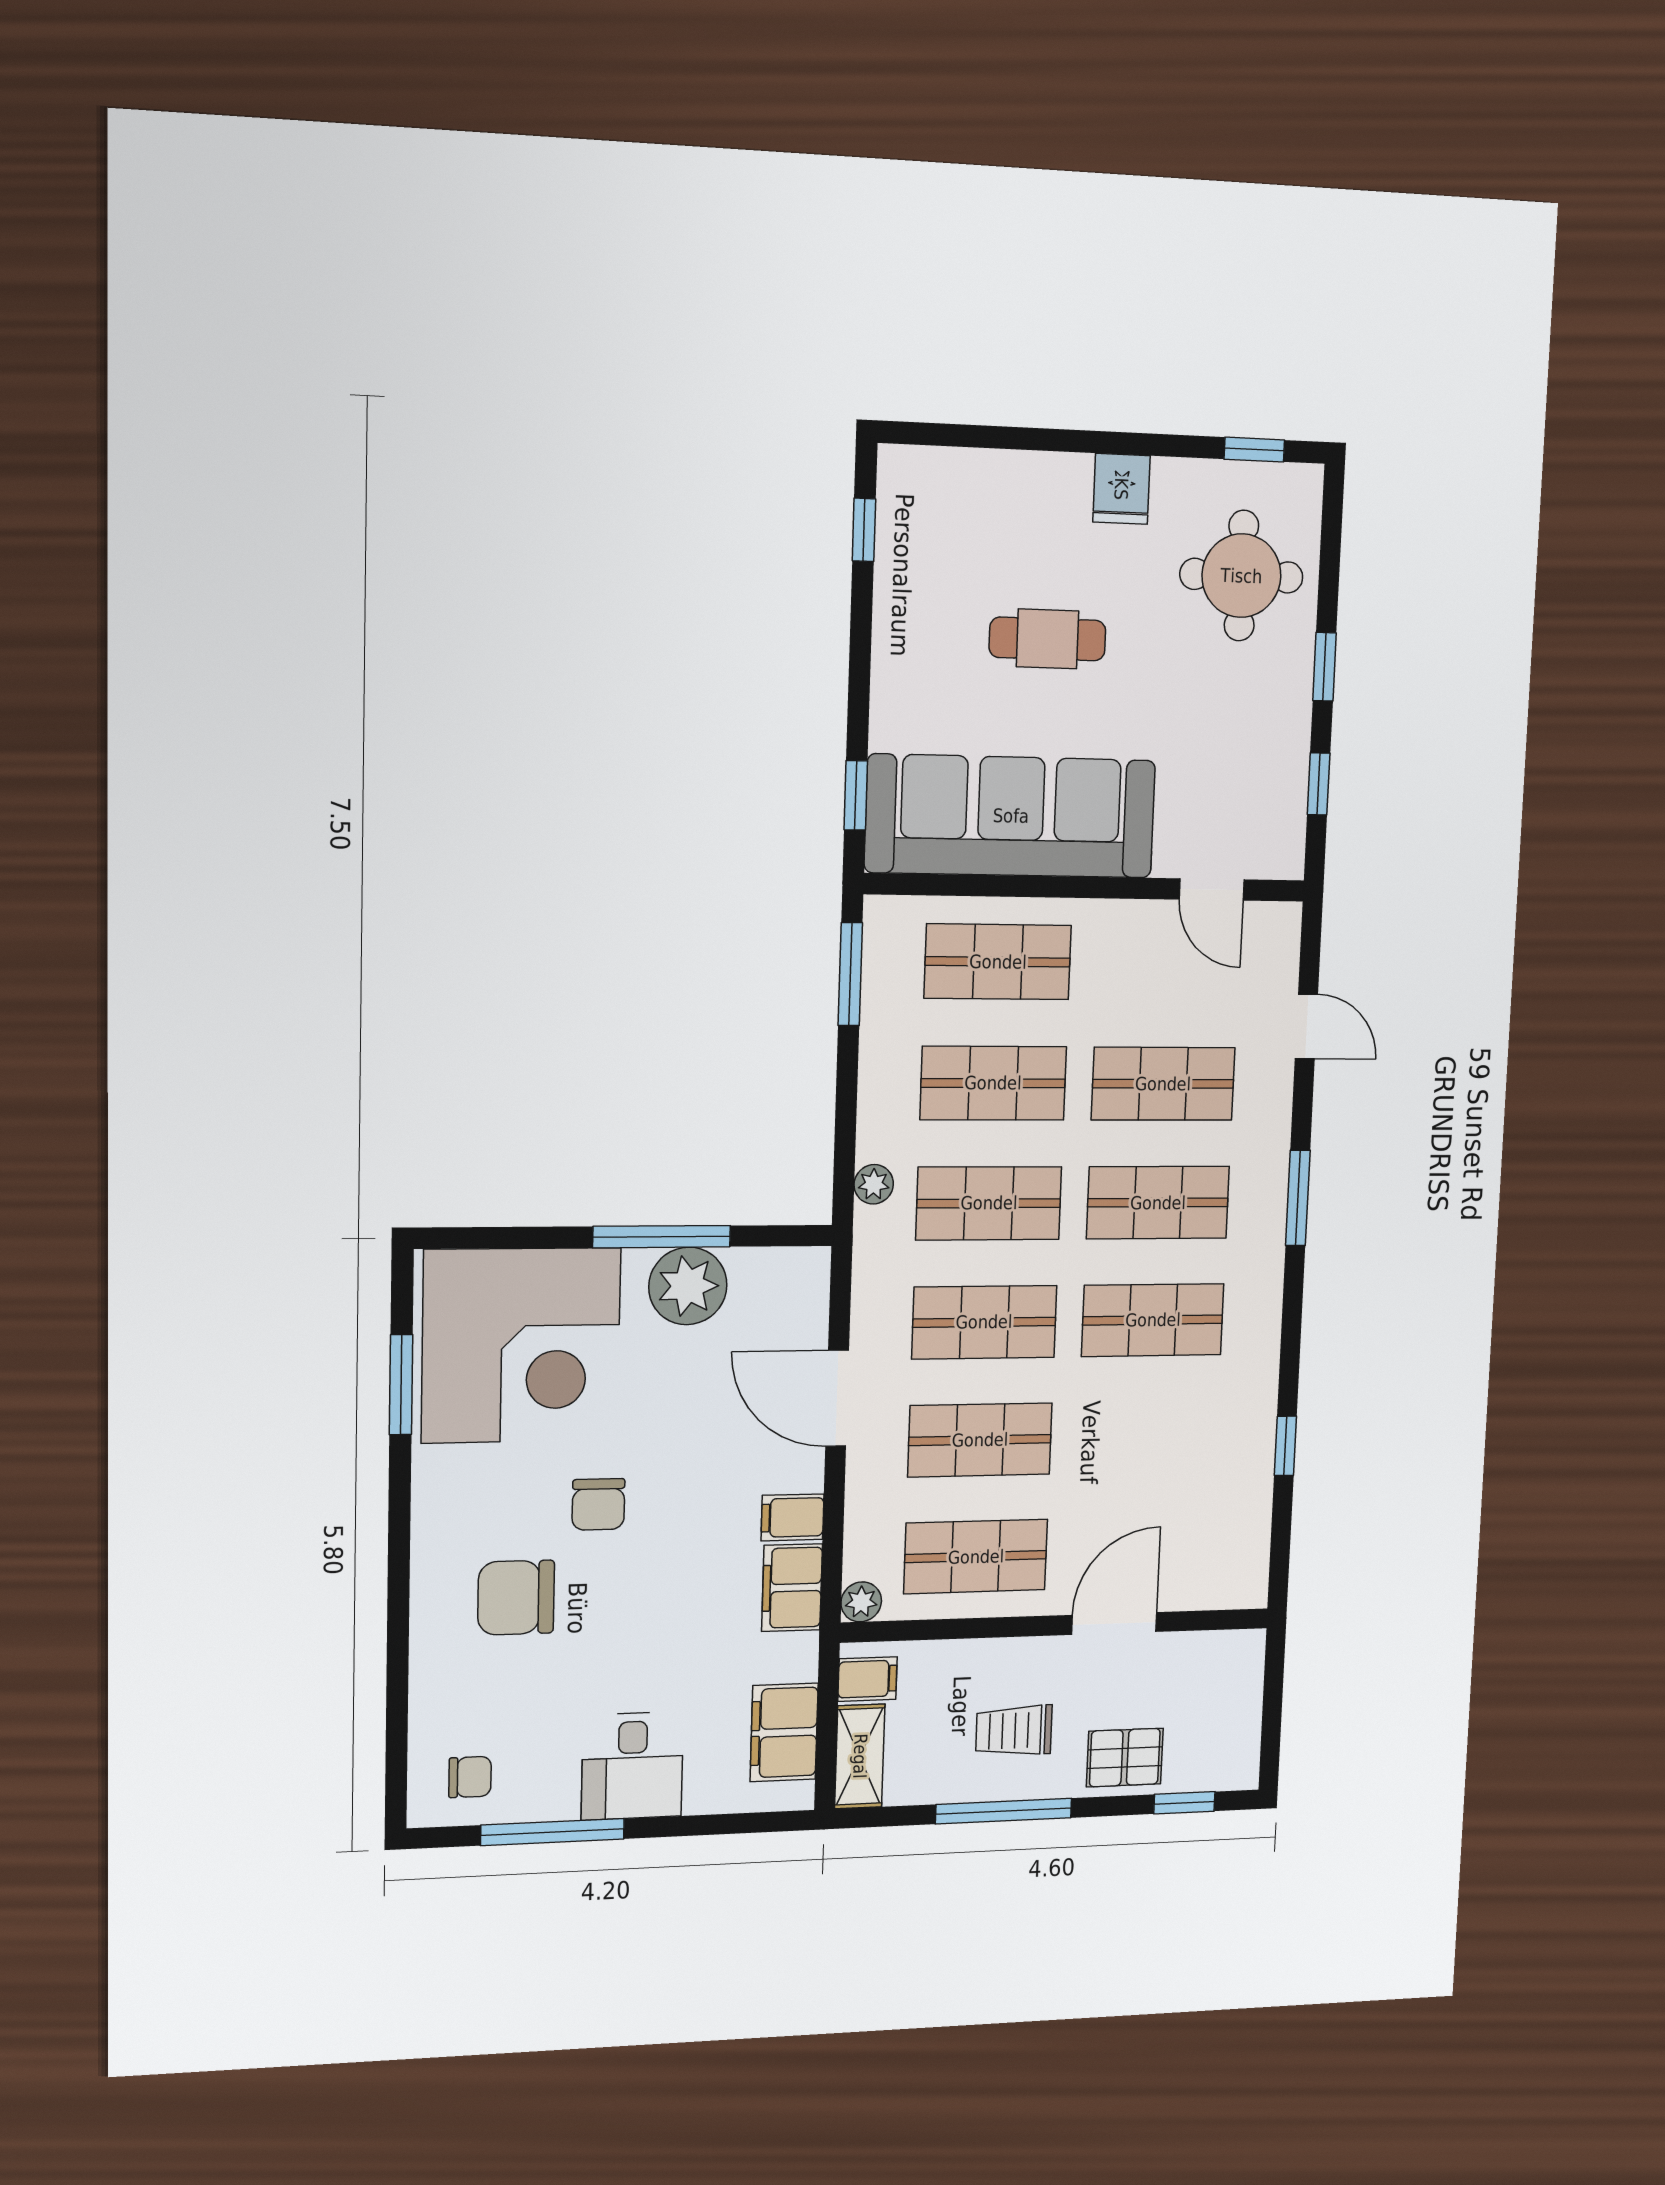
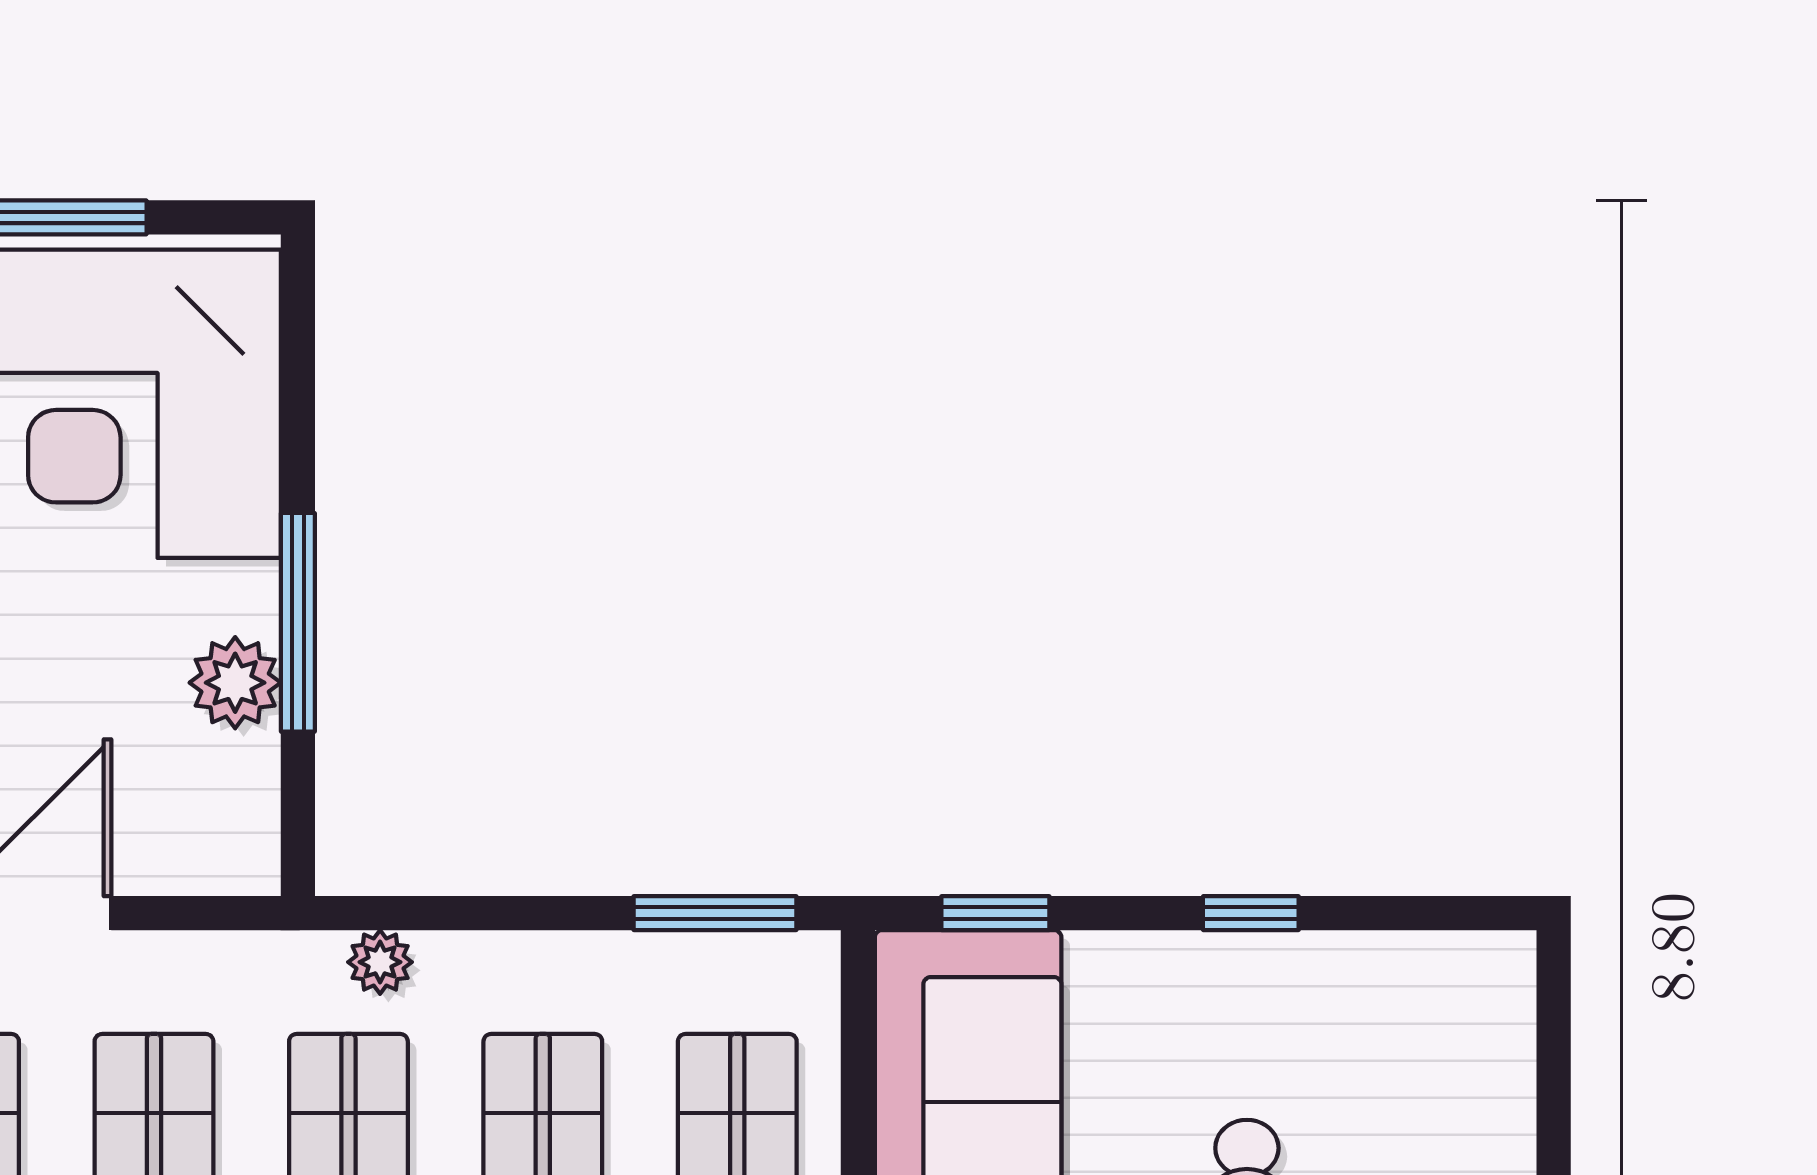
window: (864, 530) -> (1251, 913), moved
plant: (688, 1286) -> (235, 683), width x0.73, depth x0.73

